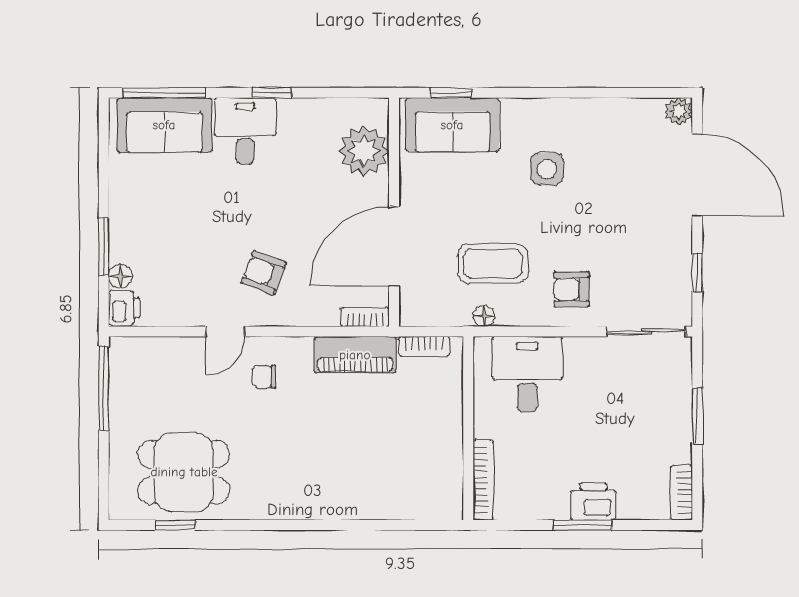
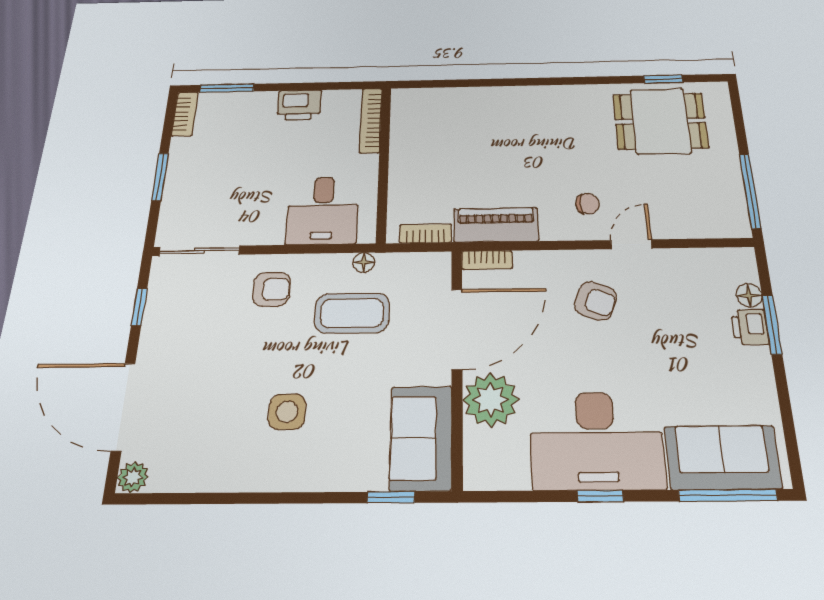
sofa: (452, 125) -> (421, 438), moved, turned -90
desk: (245, 131) -> (596, 440), width x1.87, depth x1.30
plant: (364, 151) -> (491, 400), moved
printer: (124, 308) -> (750, 327), moved
printer: (593, 501) -> (299, 105), moved
window: (583, 525) -> (227, 88), moved

